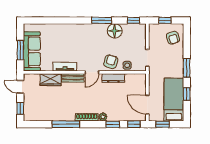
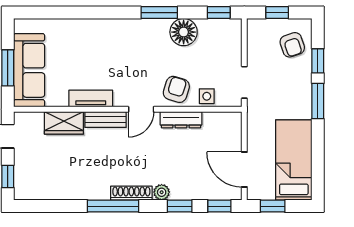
window: (187, 94) -> (318, 61), moved
window: (66, 124) -> (113, 206), moved

